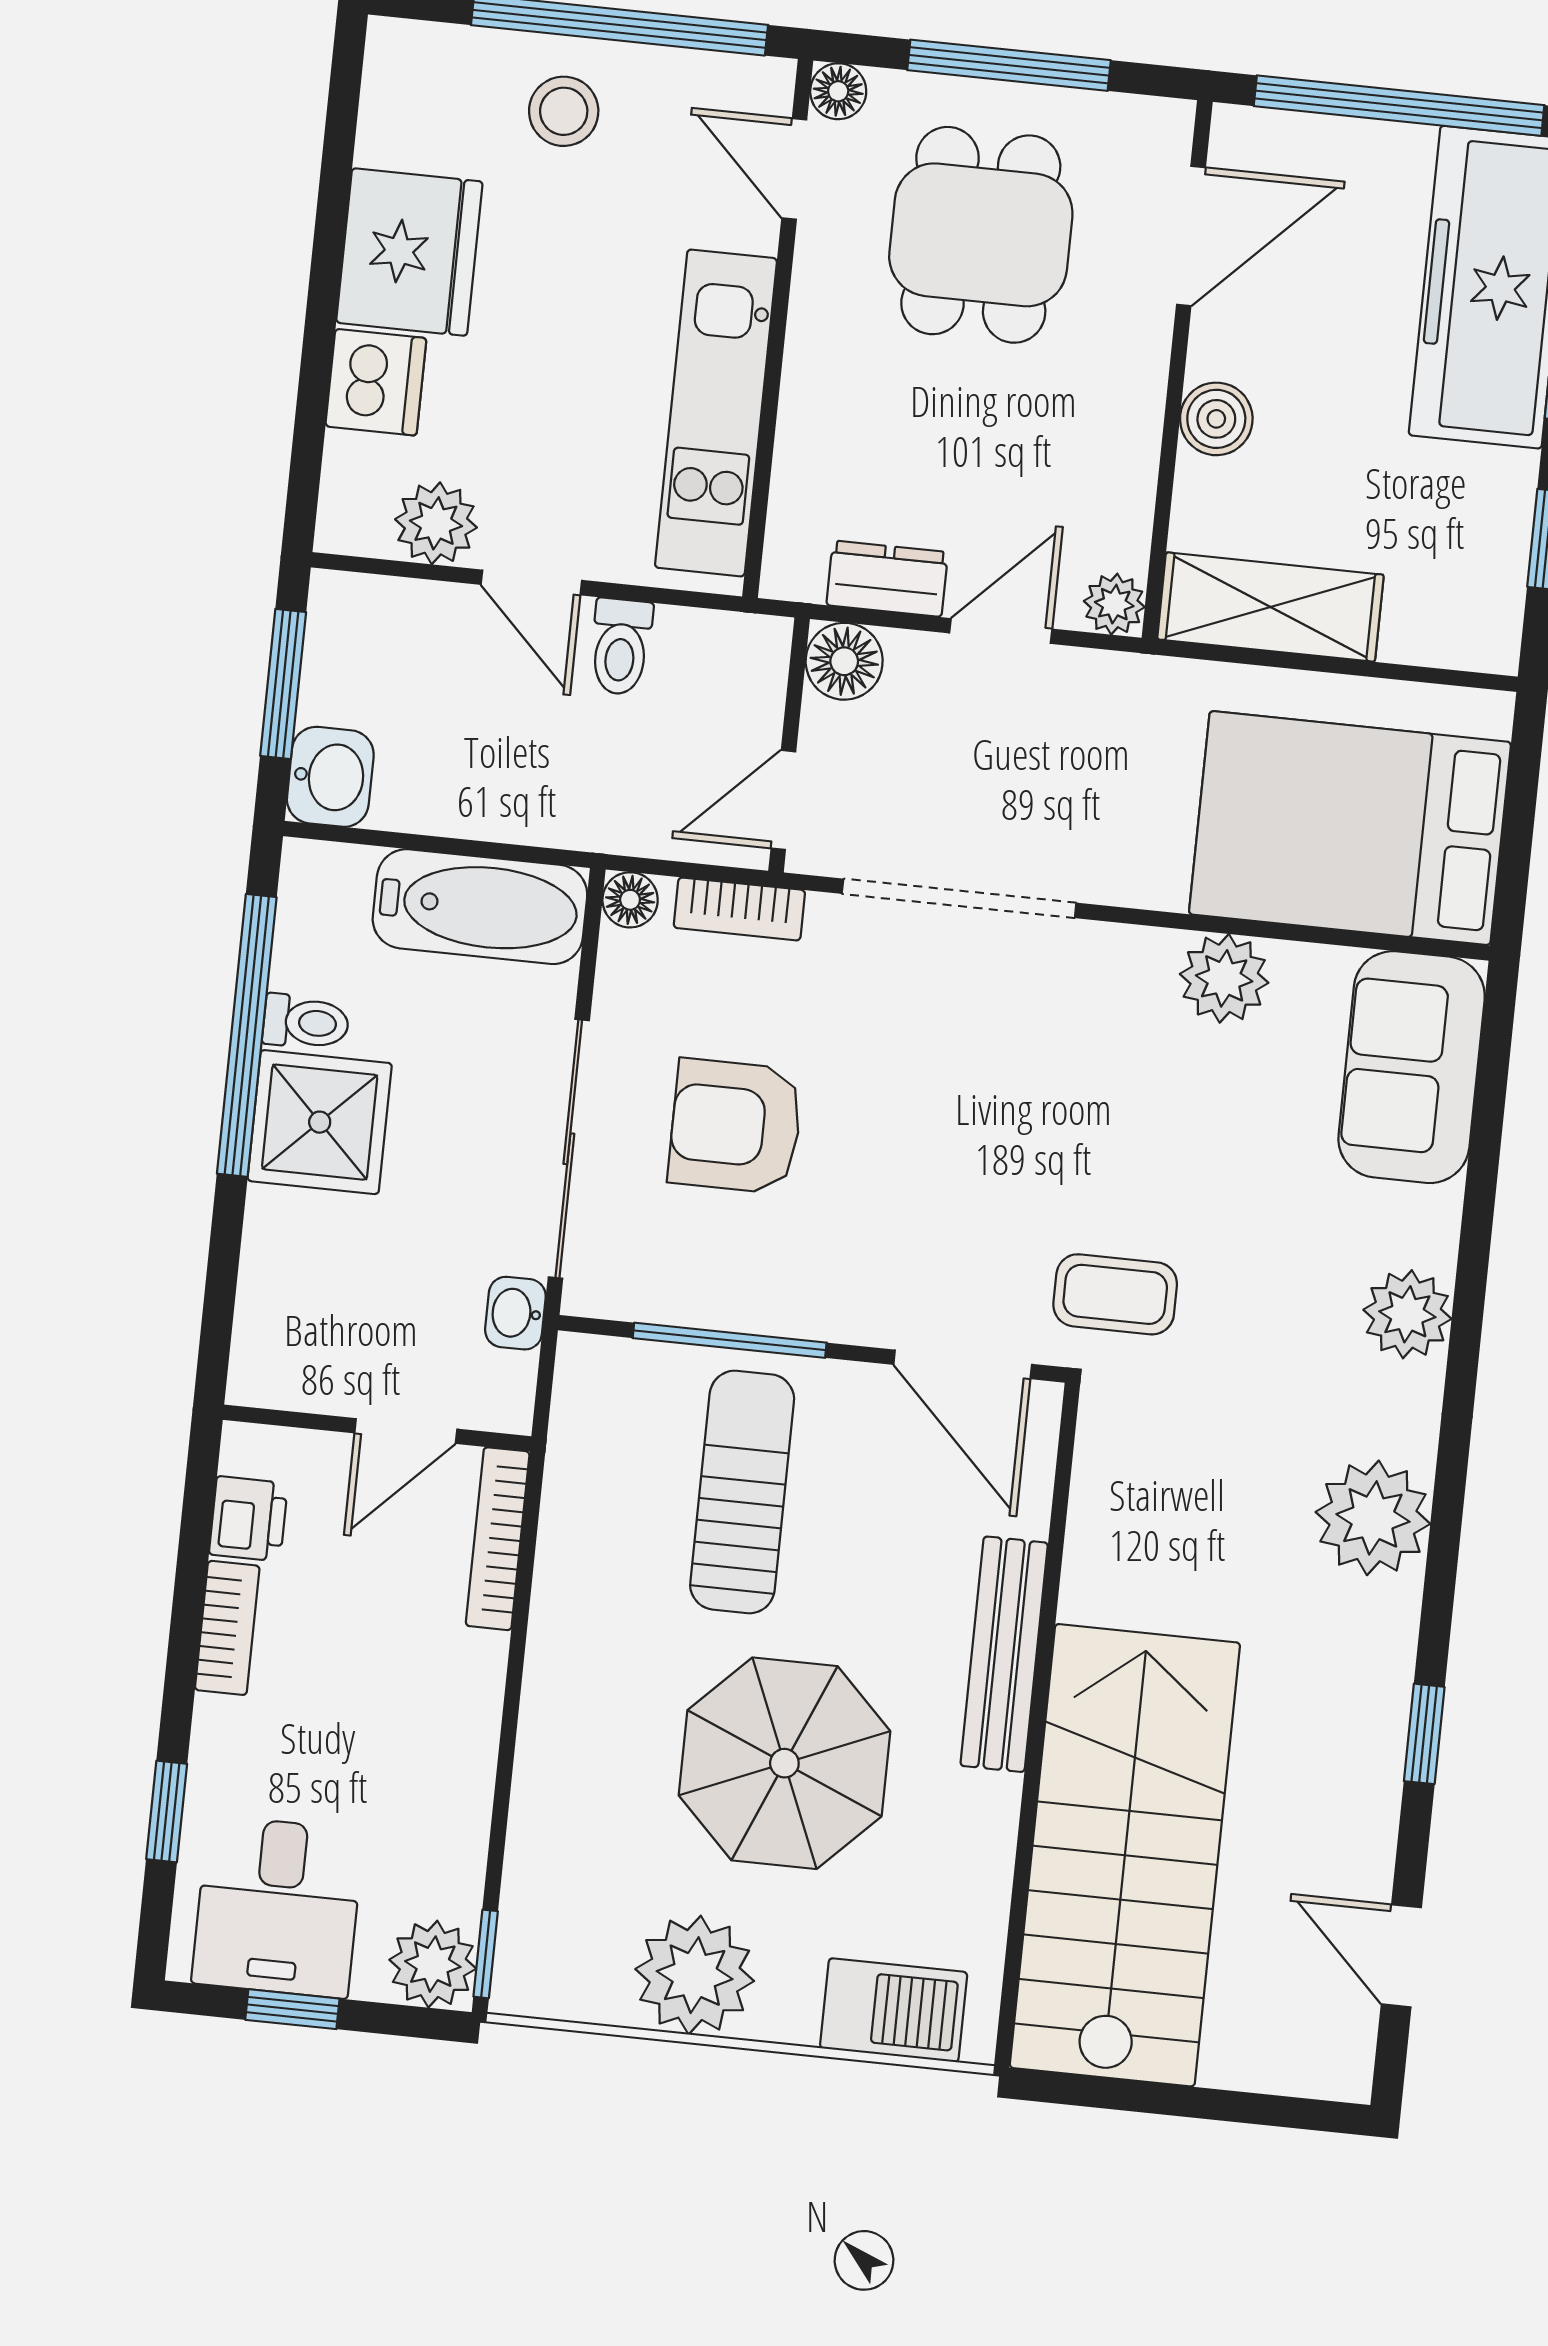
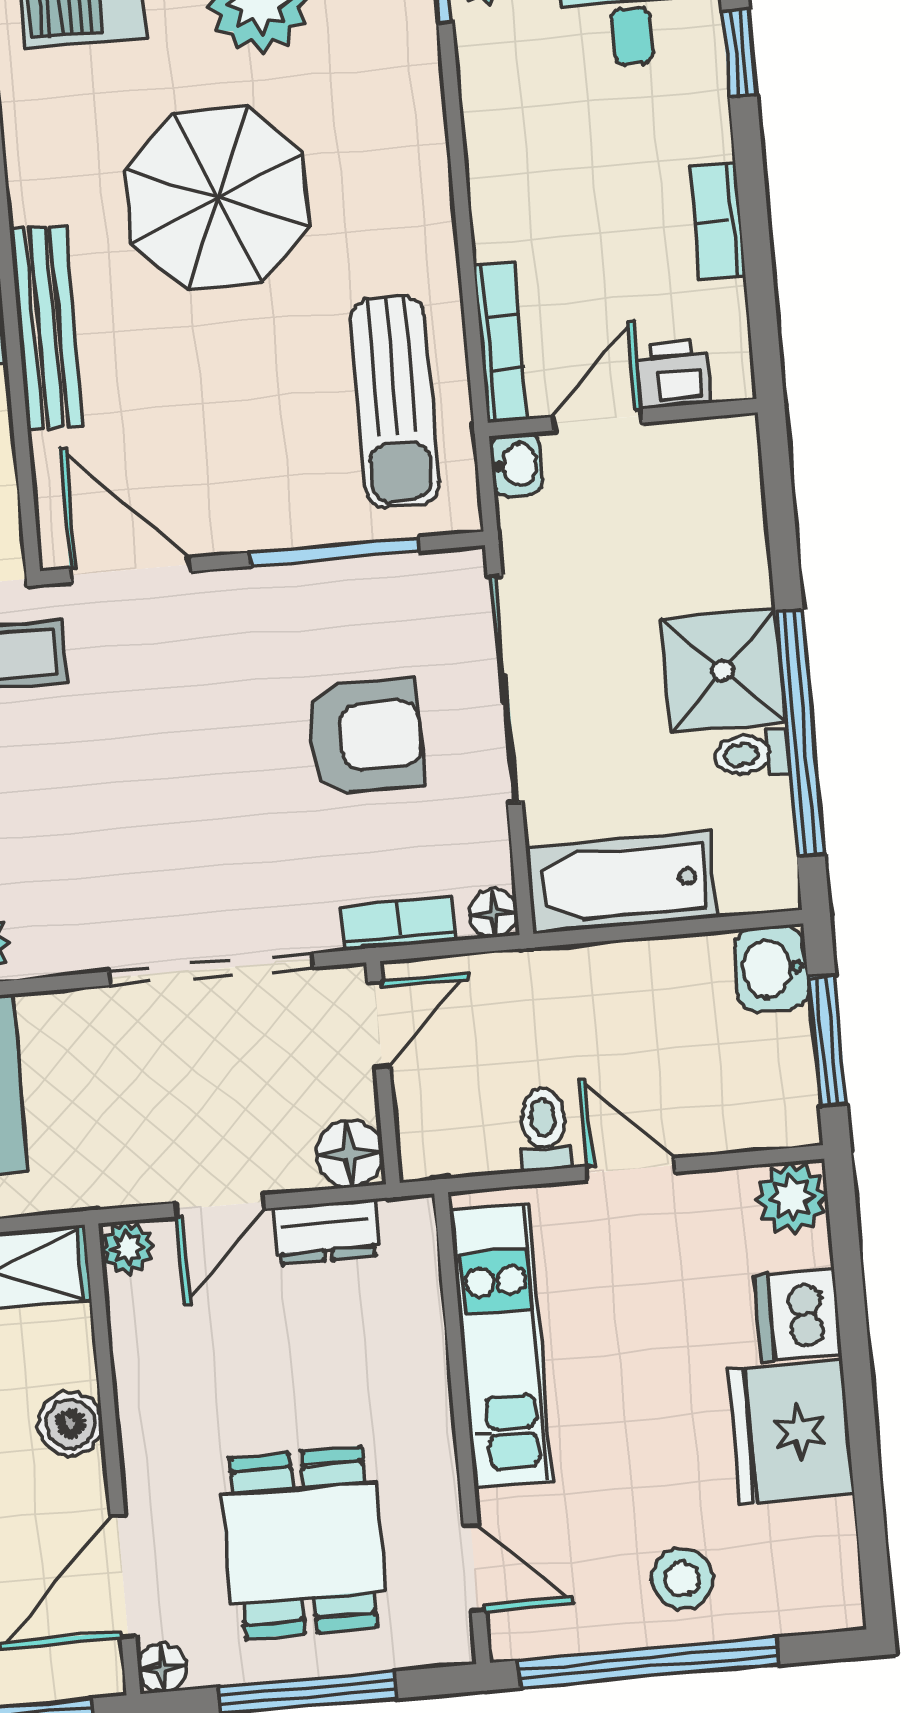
floor lamp: (838, 91) -> (162, 1668), moved
plant: (436, 523) -> (792, 1198), moved
washbasin: (515, 1313) -> (516, 465), moved
sun lounger: (742, 1492) -> (394, 401), moved
printer: (248, 1519) -> (673, 375), moved, turned 90

